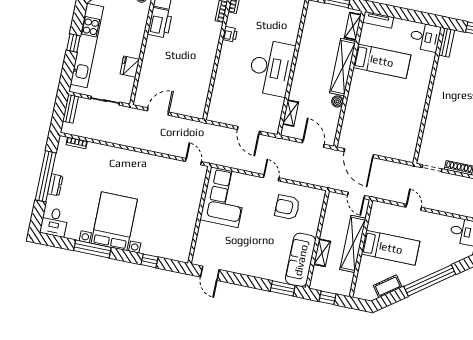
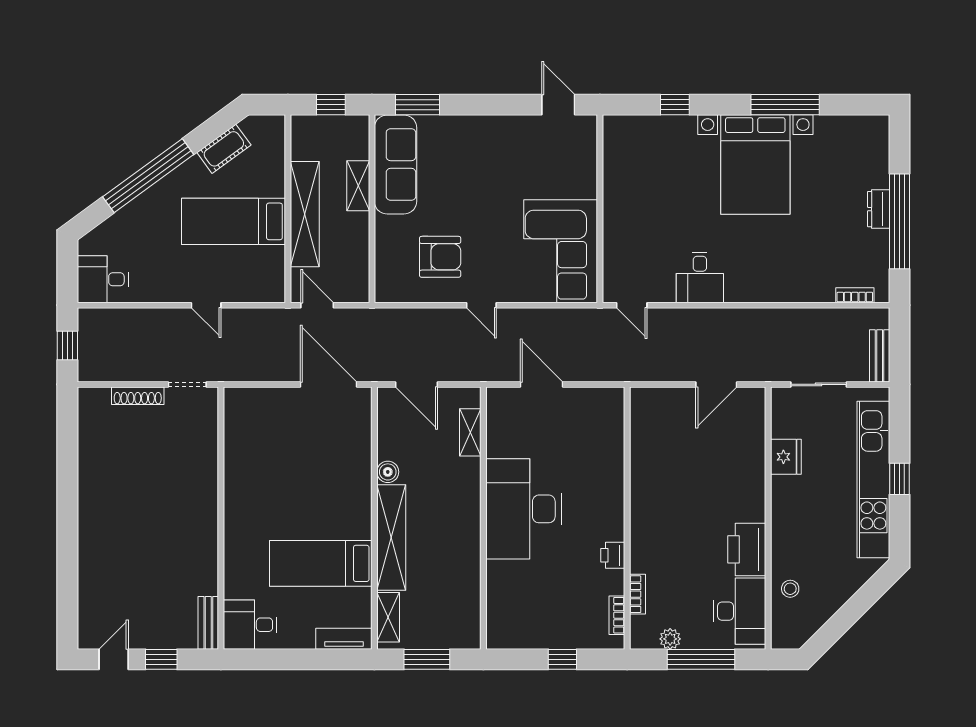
desk: (54, 222) -> (700, 277), moved, turned 180

